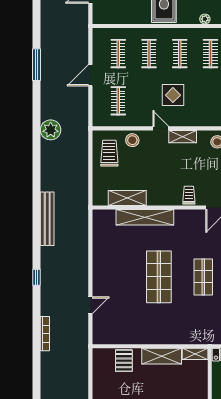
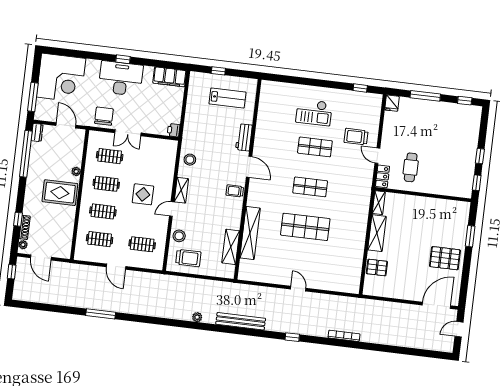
plant: (205, 19) -> (76, 171), moved
plant: (51, 130) -> (197, 317), moved, width x0.53, depth x0.53
trolley: (109, 153) -> (188, 258), turned 180
door: (90, 305) -> (298, 289), moved

